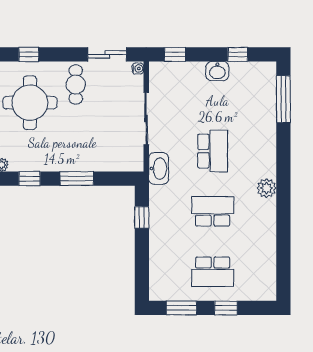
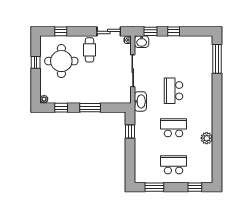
window: (238, 54) -> (174, 31), moved
washbasin: (217, 71) -> (142, 42), moved
school desk: (213, 151) -> (174, 91), turned 180
plant: (267, 188) -> (207, 138), moved
school desk: (213, 272) -> (174, 165), turned 180
window: (226, 308) -> (195, 187), moved

